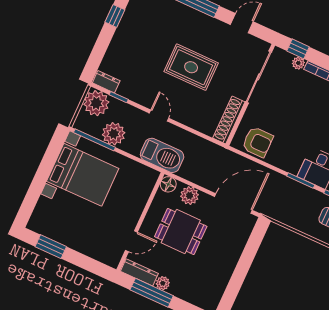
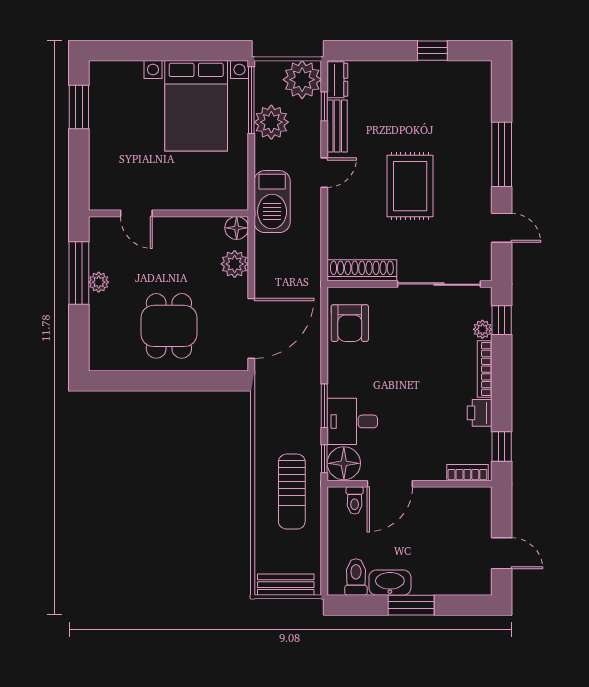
bench: (134, 95) -> (337, 126), added
door: (233, 203) -> (251, 328), hinge flipped
dining table: (181, 232) -> (169, 326), moved
dresser: (139, 272) -> (99, 243), removed

